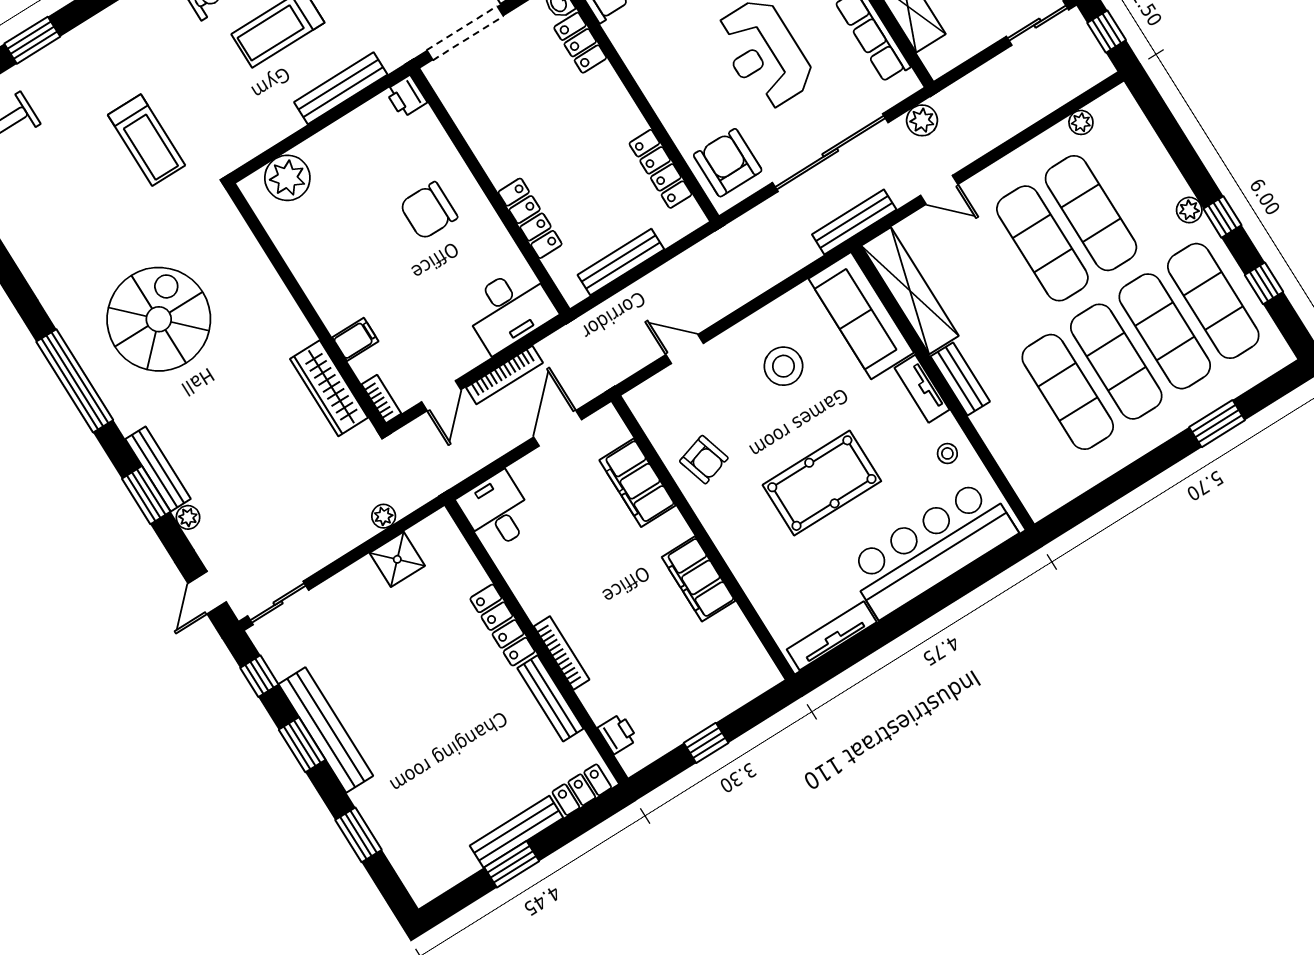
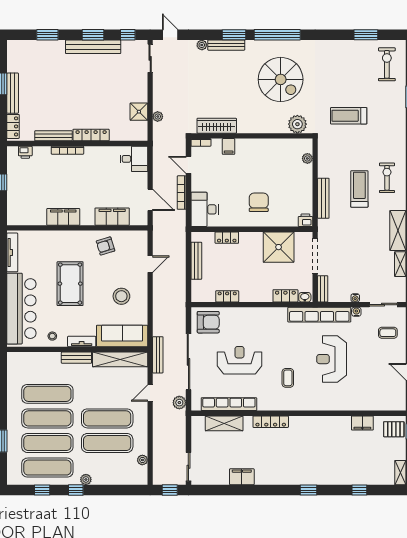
shower: (492, 116) -> (279, 247), added
locker: (661, 169) -> (227, 296), width x0.66
plant: (287, 178) -> (307, 158), width x0.53, depth x0.53
locker: (530, 218) -> (227, 238), width x0.66
plant: (226, 231) -> (297, 124), added
window: (146, 495) -> (234, 35), moved

